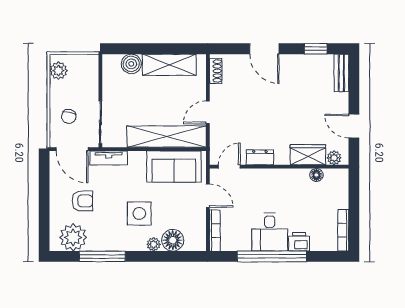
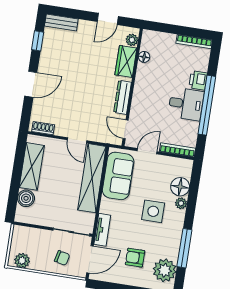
dresser: (260, 157) -> (123, 97), width x1.44
armchair: (82, 201) -> (135, 258), turned -90

